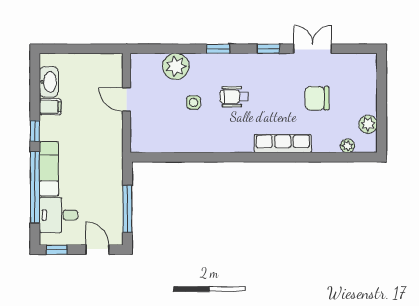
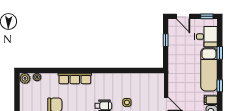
plant: (368, 124) -> (25, 78), moved
exam couch: (49, 169) -> (209, 69), width x1.36, depth x1.45
window: (35, 187) -> (220, 53), width x0.32
window: (127, 209) -> (166, 40), width x0.46

